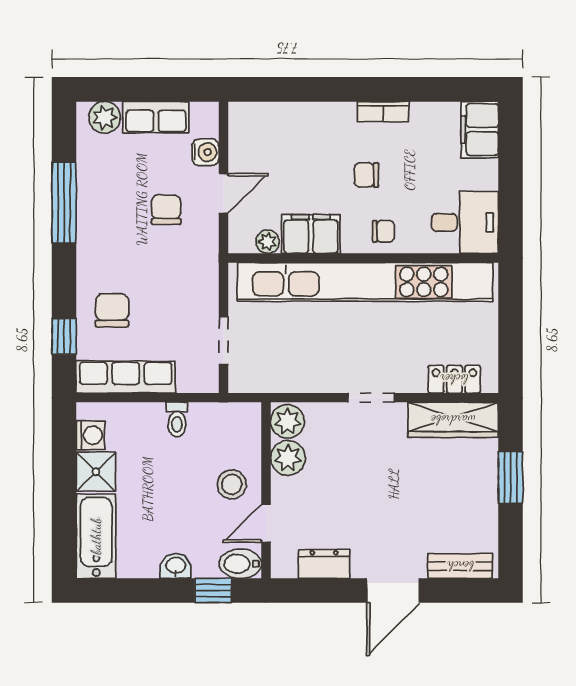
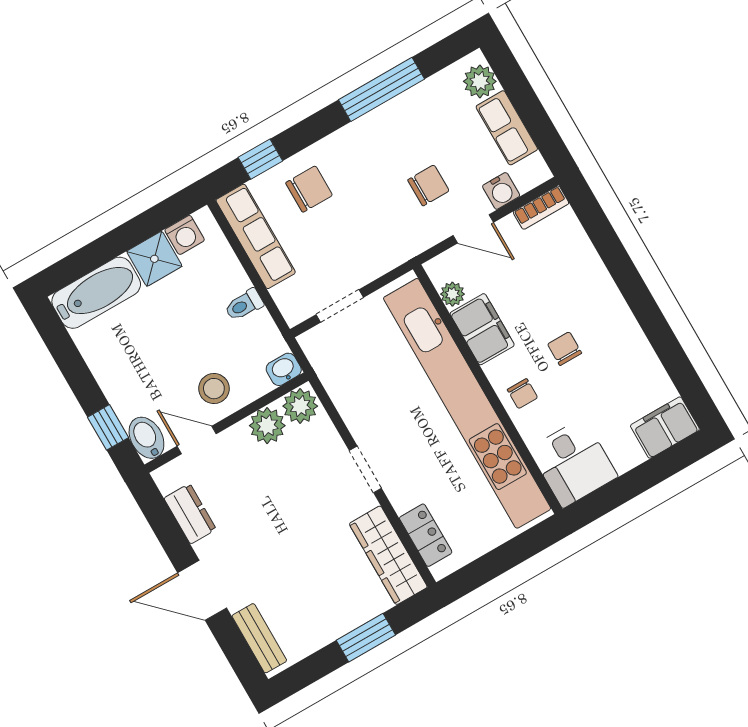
bookcase: (383, 112) -> (541, 208), moved, turned -90
washbasin: (176, 566) -> (284, 369), moved, turned -90

